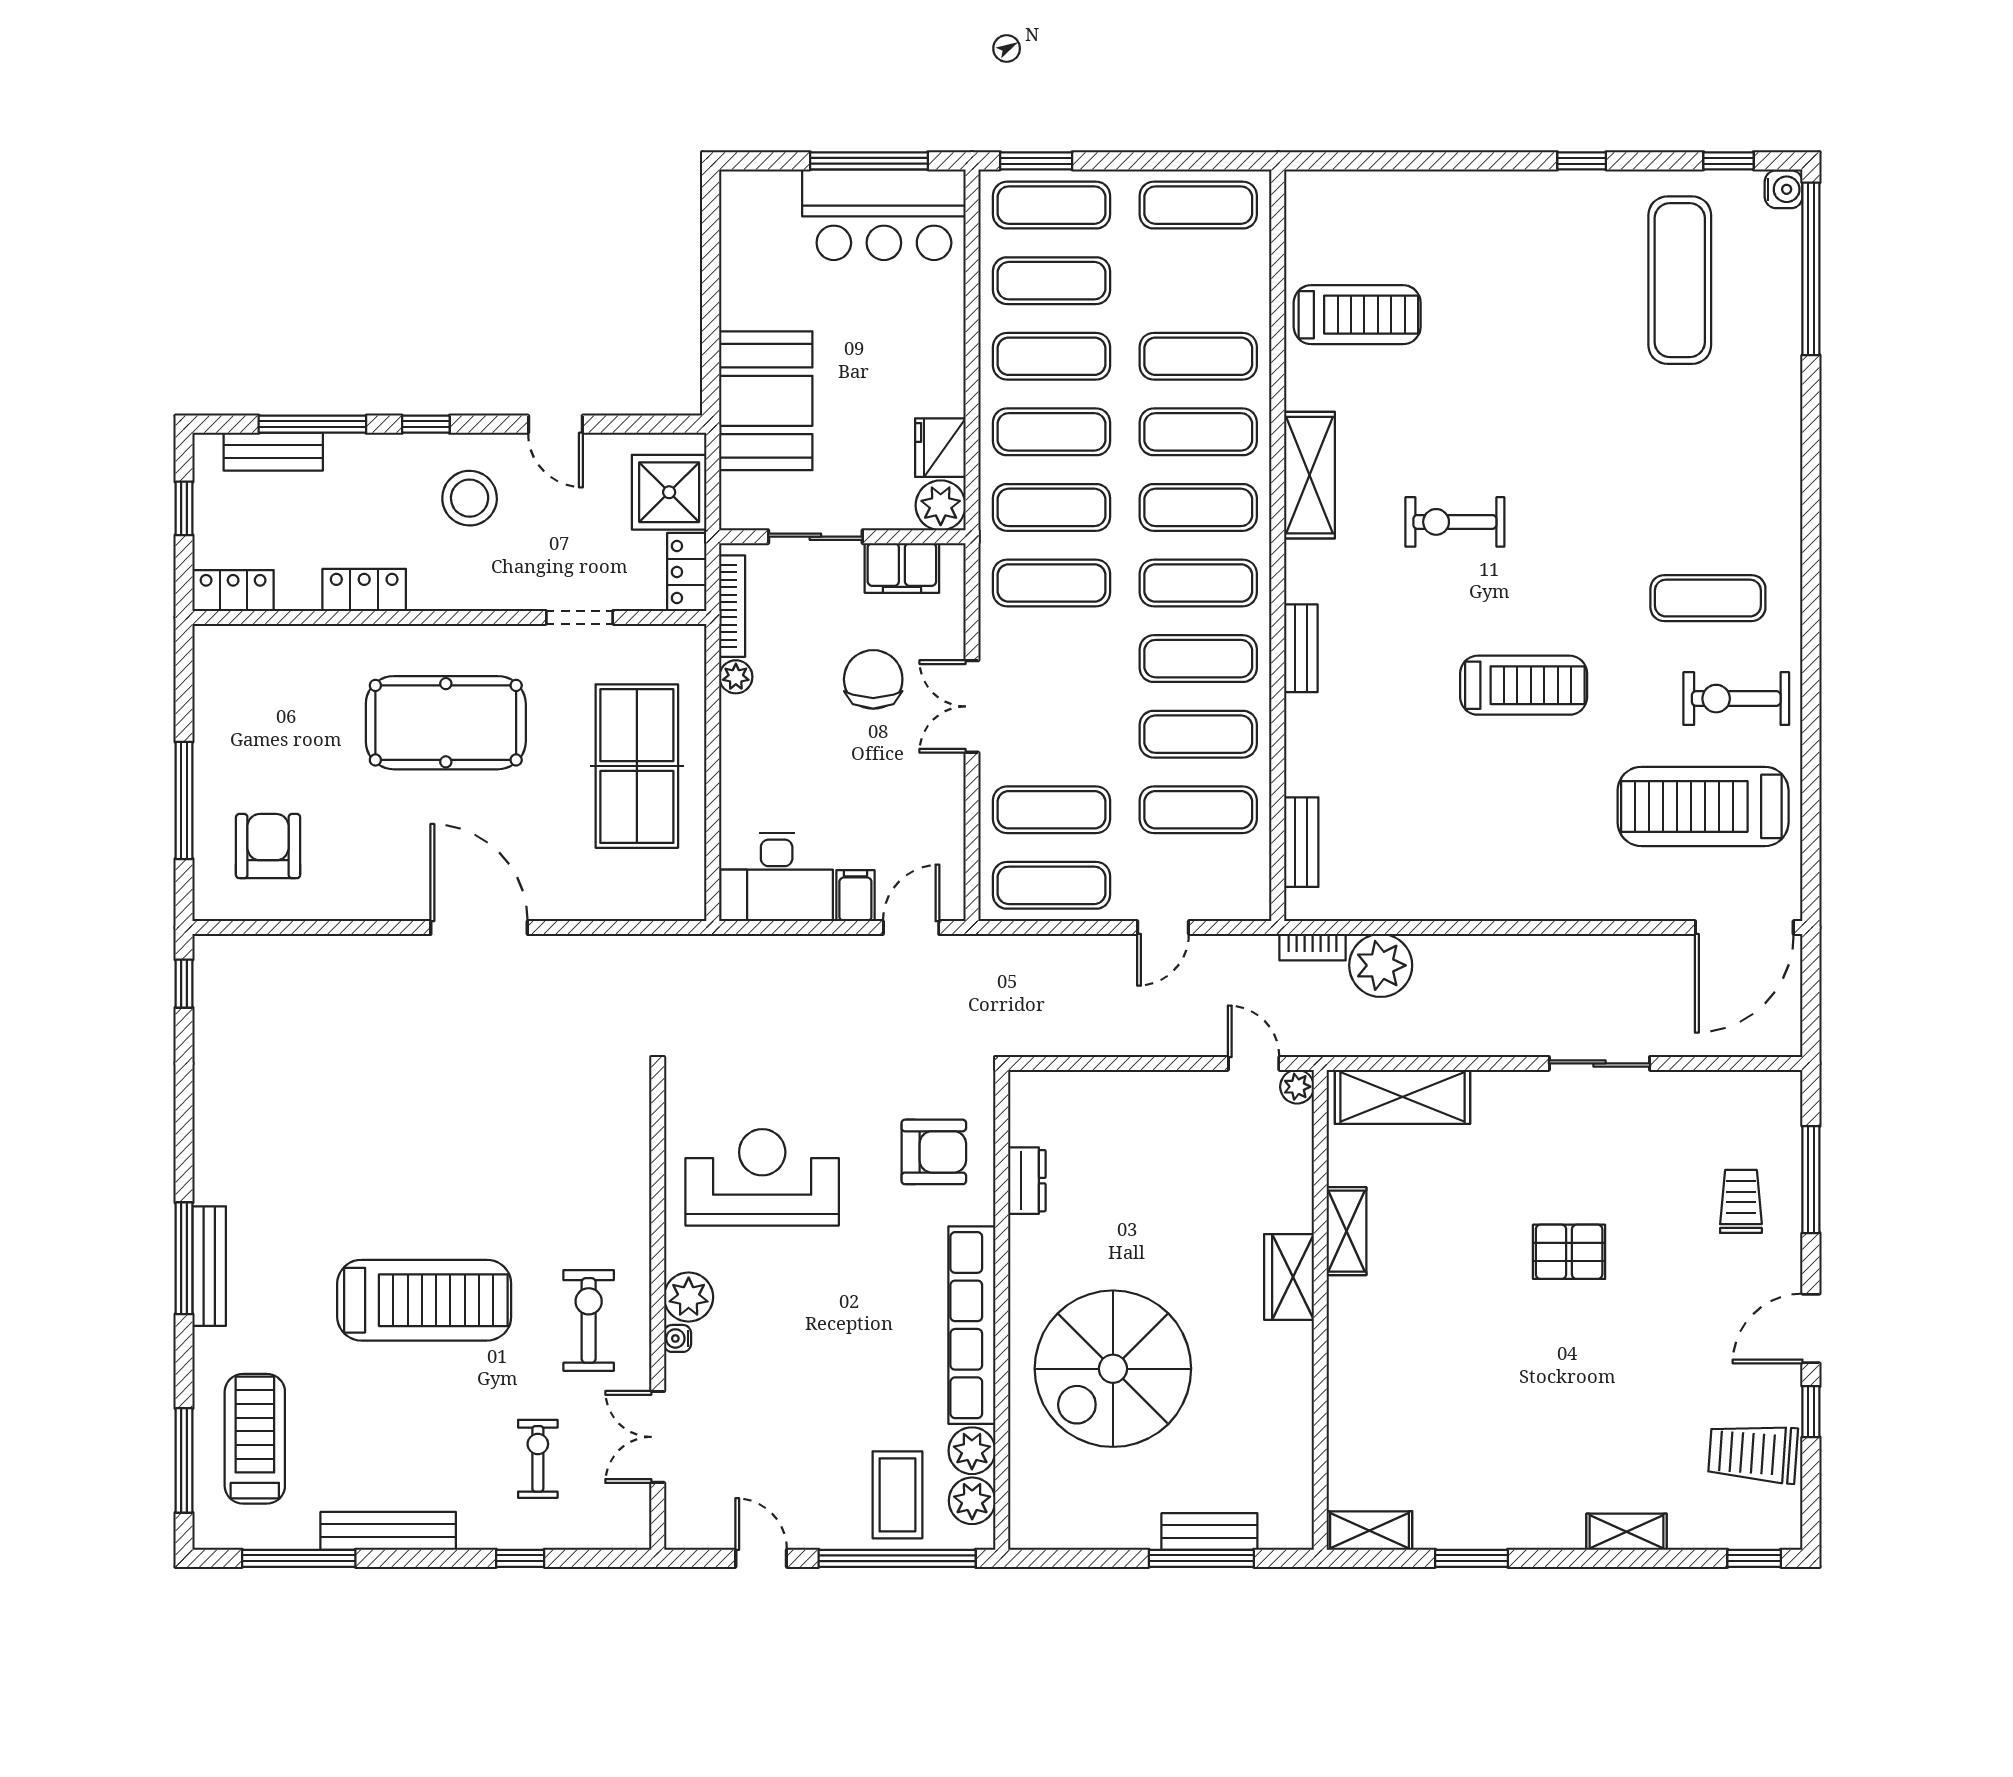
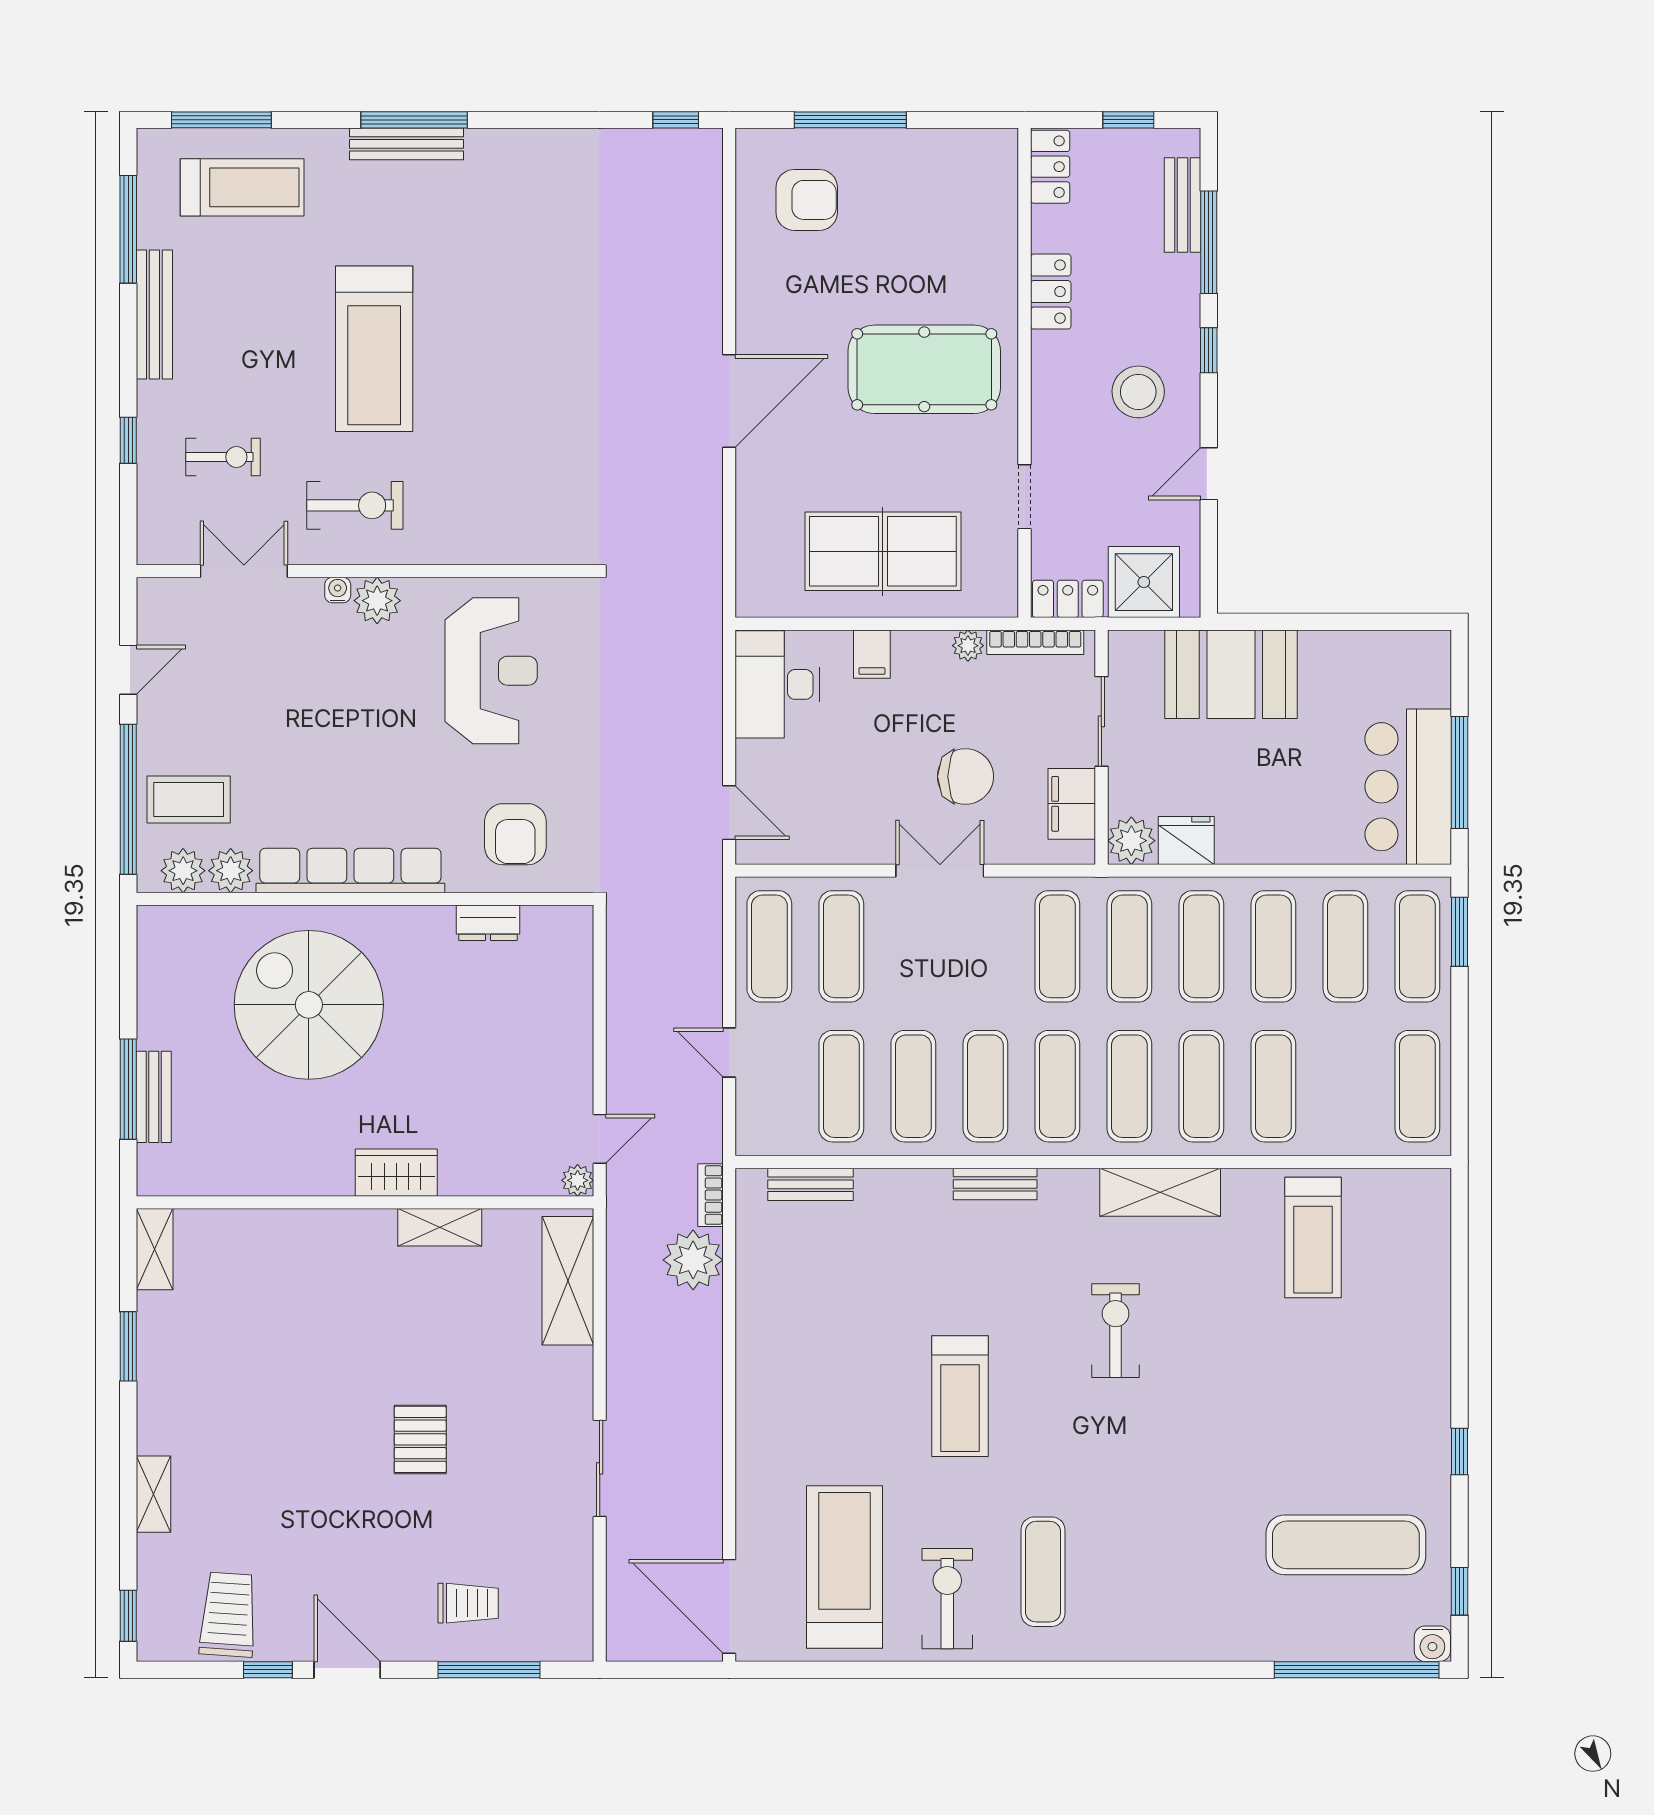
pool table: (446, 723) -> (924, 369), turned 90
filing cabinet: (855, 896) -> (872, 654), moved, turned 90

